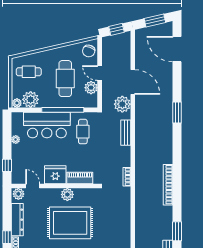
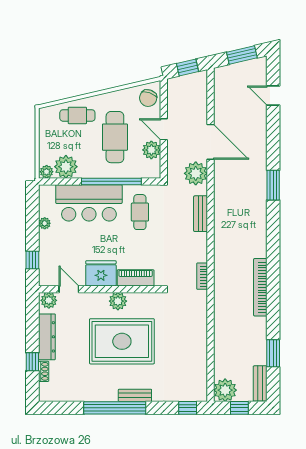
door: (177, 49) -> (273, 95), width x0.53
cafe table: (29, 72) -> (77, 115), moved

